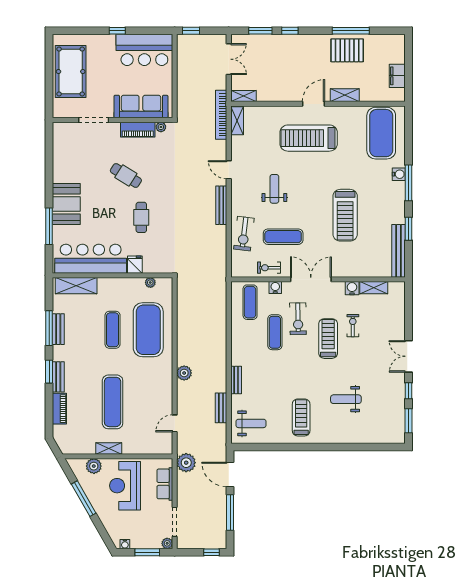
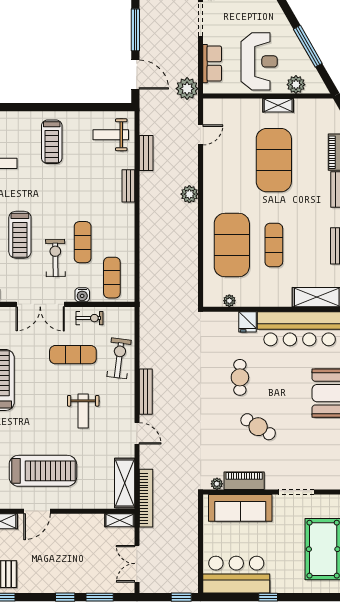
shelving: (237, 121) -> (125, 483), width x1.50, depth x1.33
exercise mat: (113, 402) -> (274, 160), width x1.47

